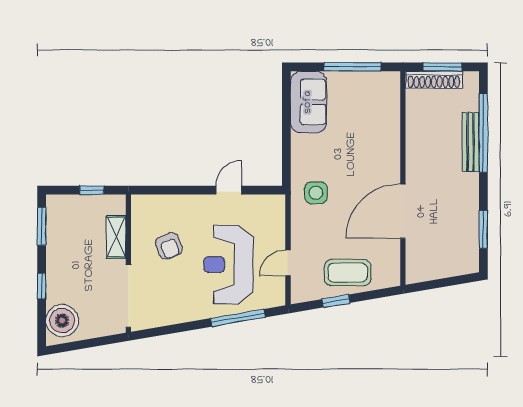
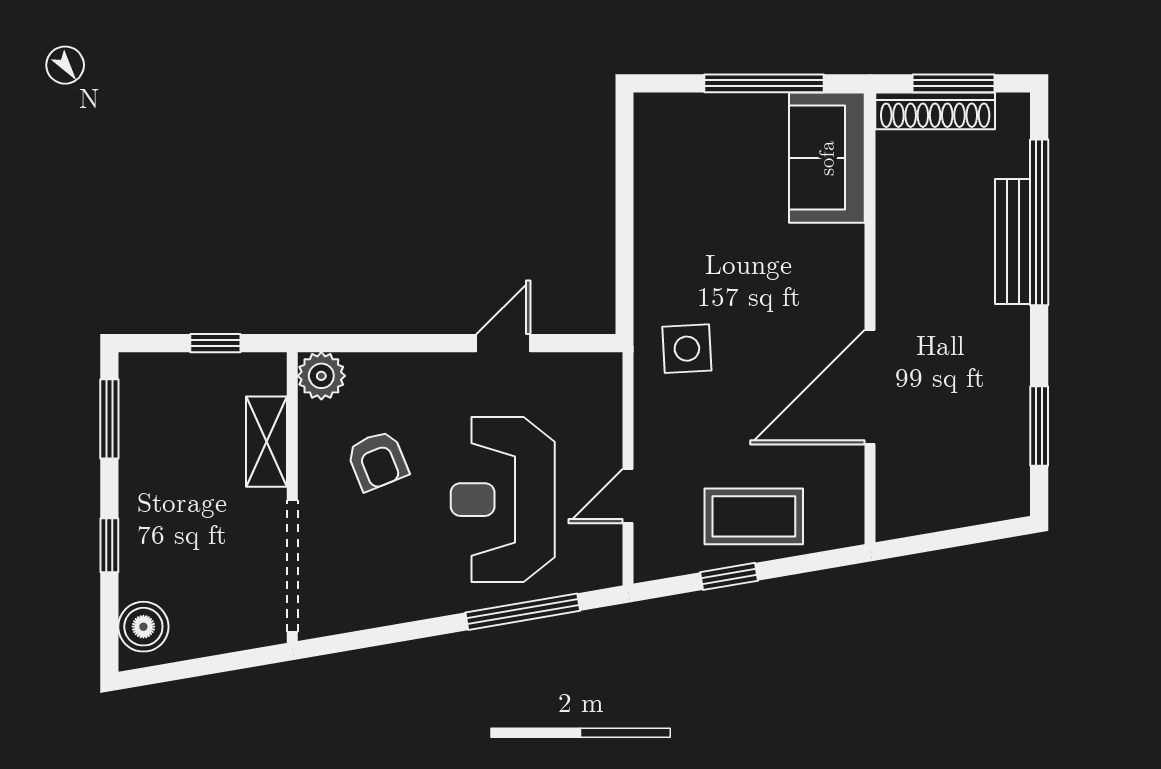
sofa: (308, 102) -> (827, 158), moved, turned 180
plant: (142, 206) -> (321, 376), added
boiler: (62, 321) -> (143, 627), width x0.73, depth x0.73

